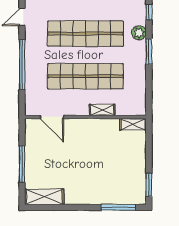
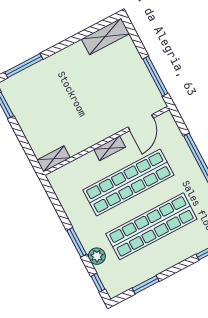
shelving: (102, 110) -> (110, 148), moved
door: (52, 117) -> (141, 123), swing flipped
window: (22, 164) -> (155, 76), moved

